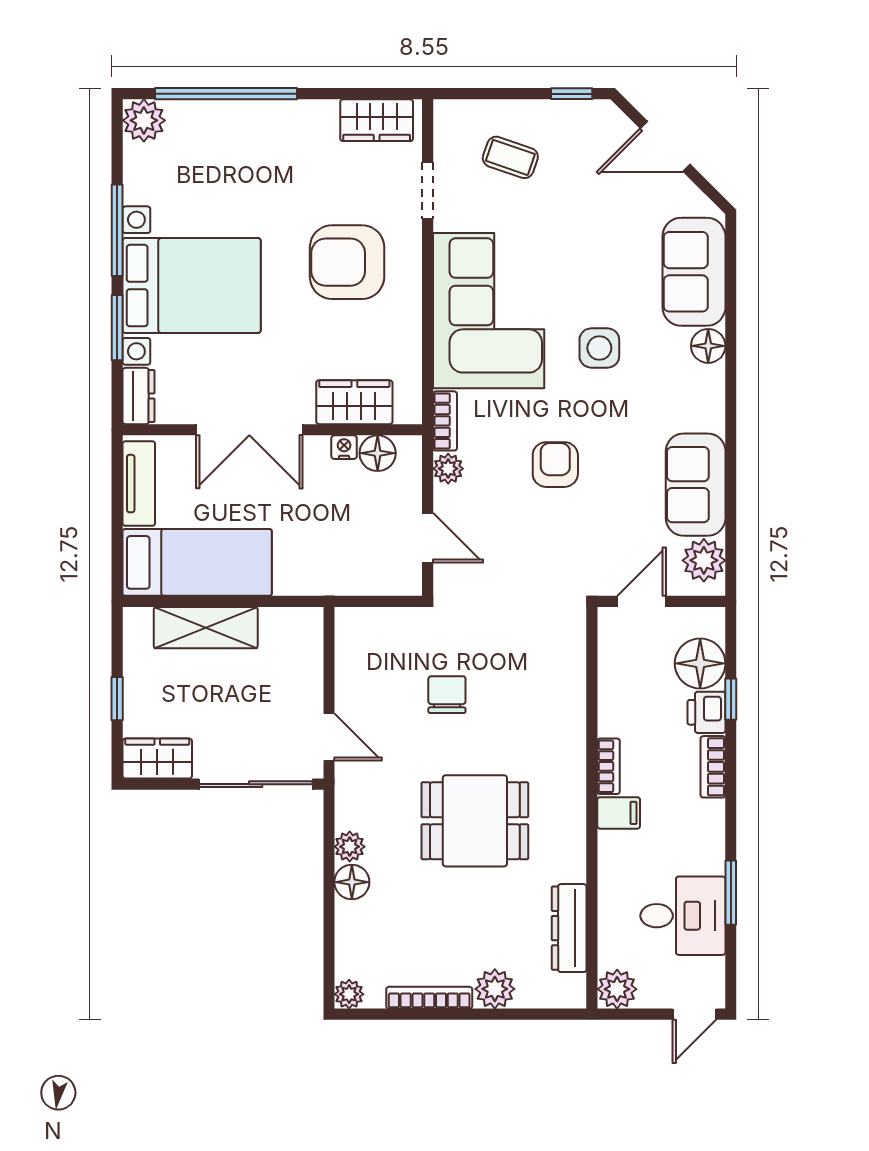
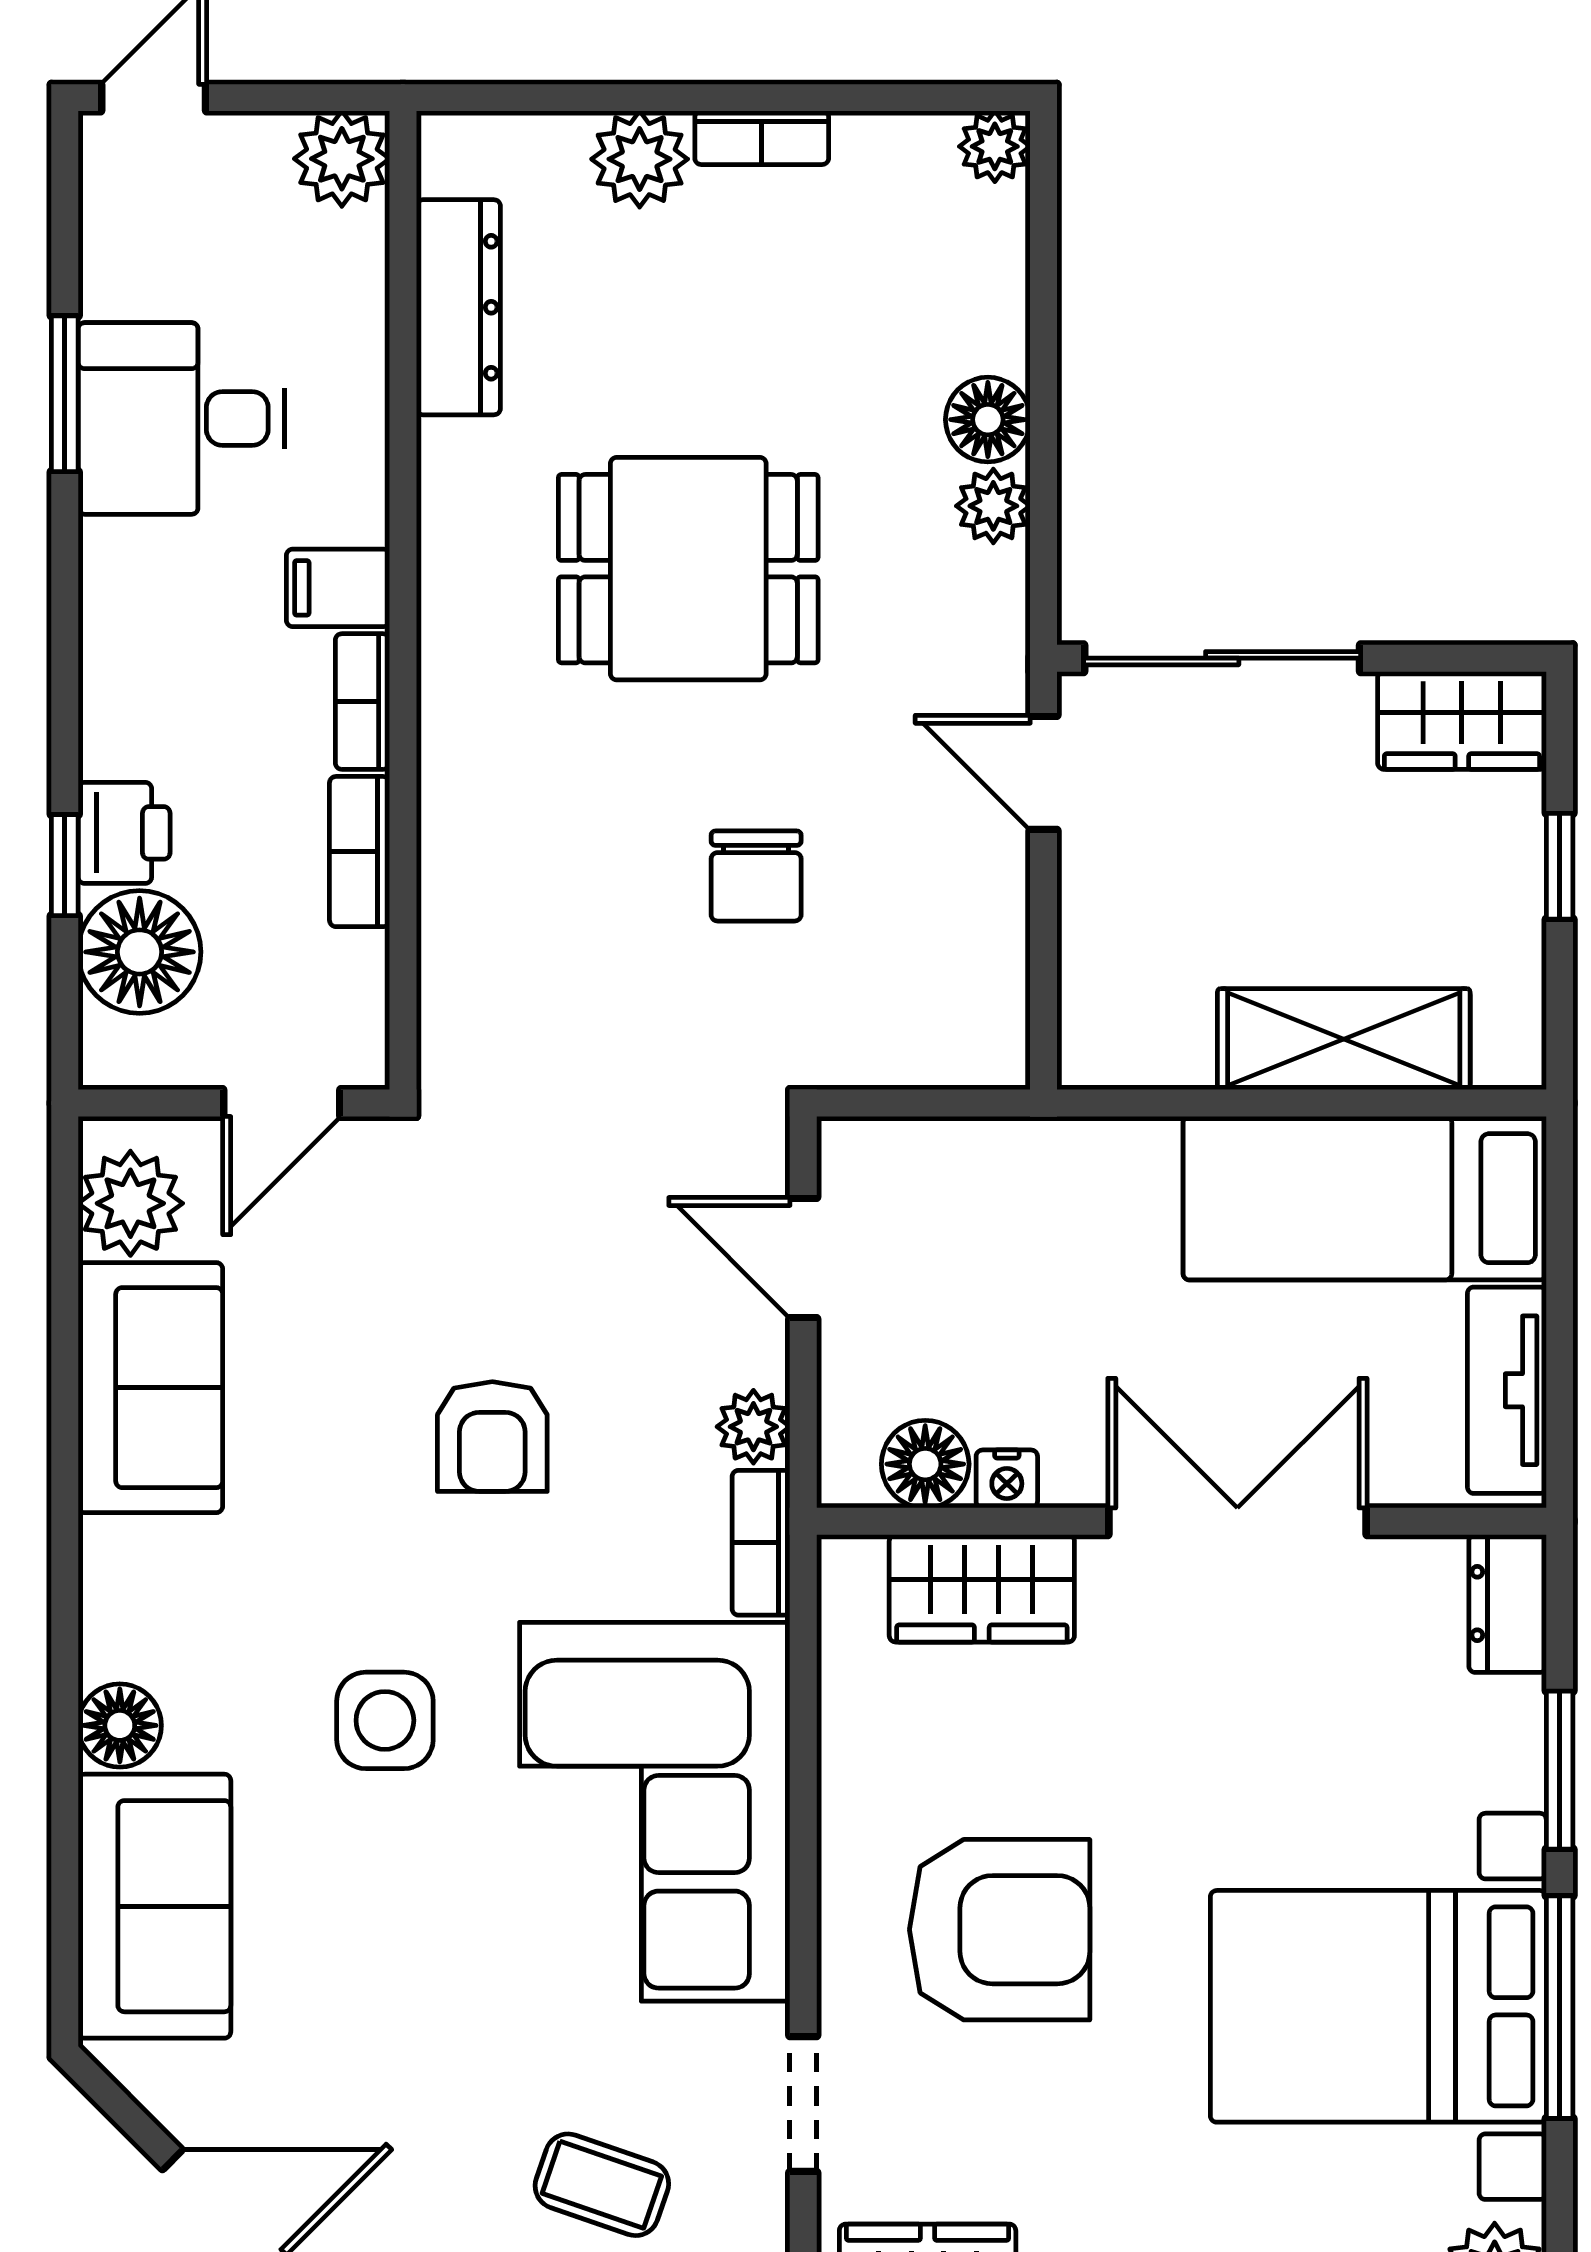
bed with nightstands: (192, 286) -> (1378, 2006), moved
bookcase: (713, 767) -> (360, 852), moved, turned 180
desk: (683, 916) -> (181, 418), moved
bookcase: (429, 998) -> (762, 138), width x0.64

